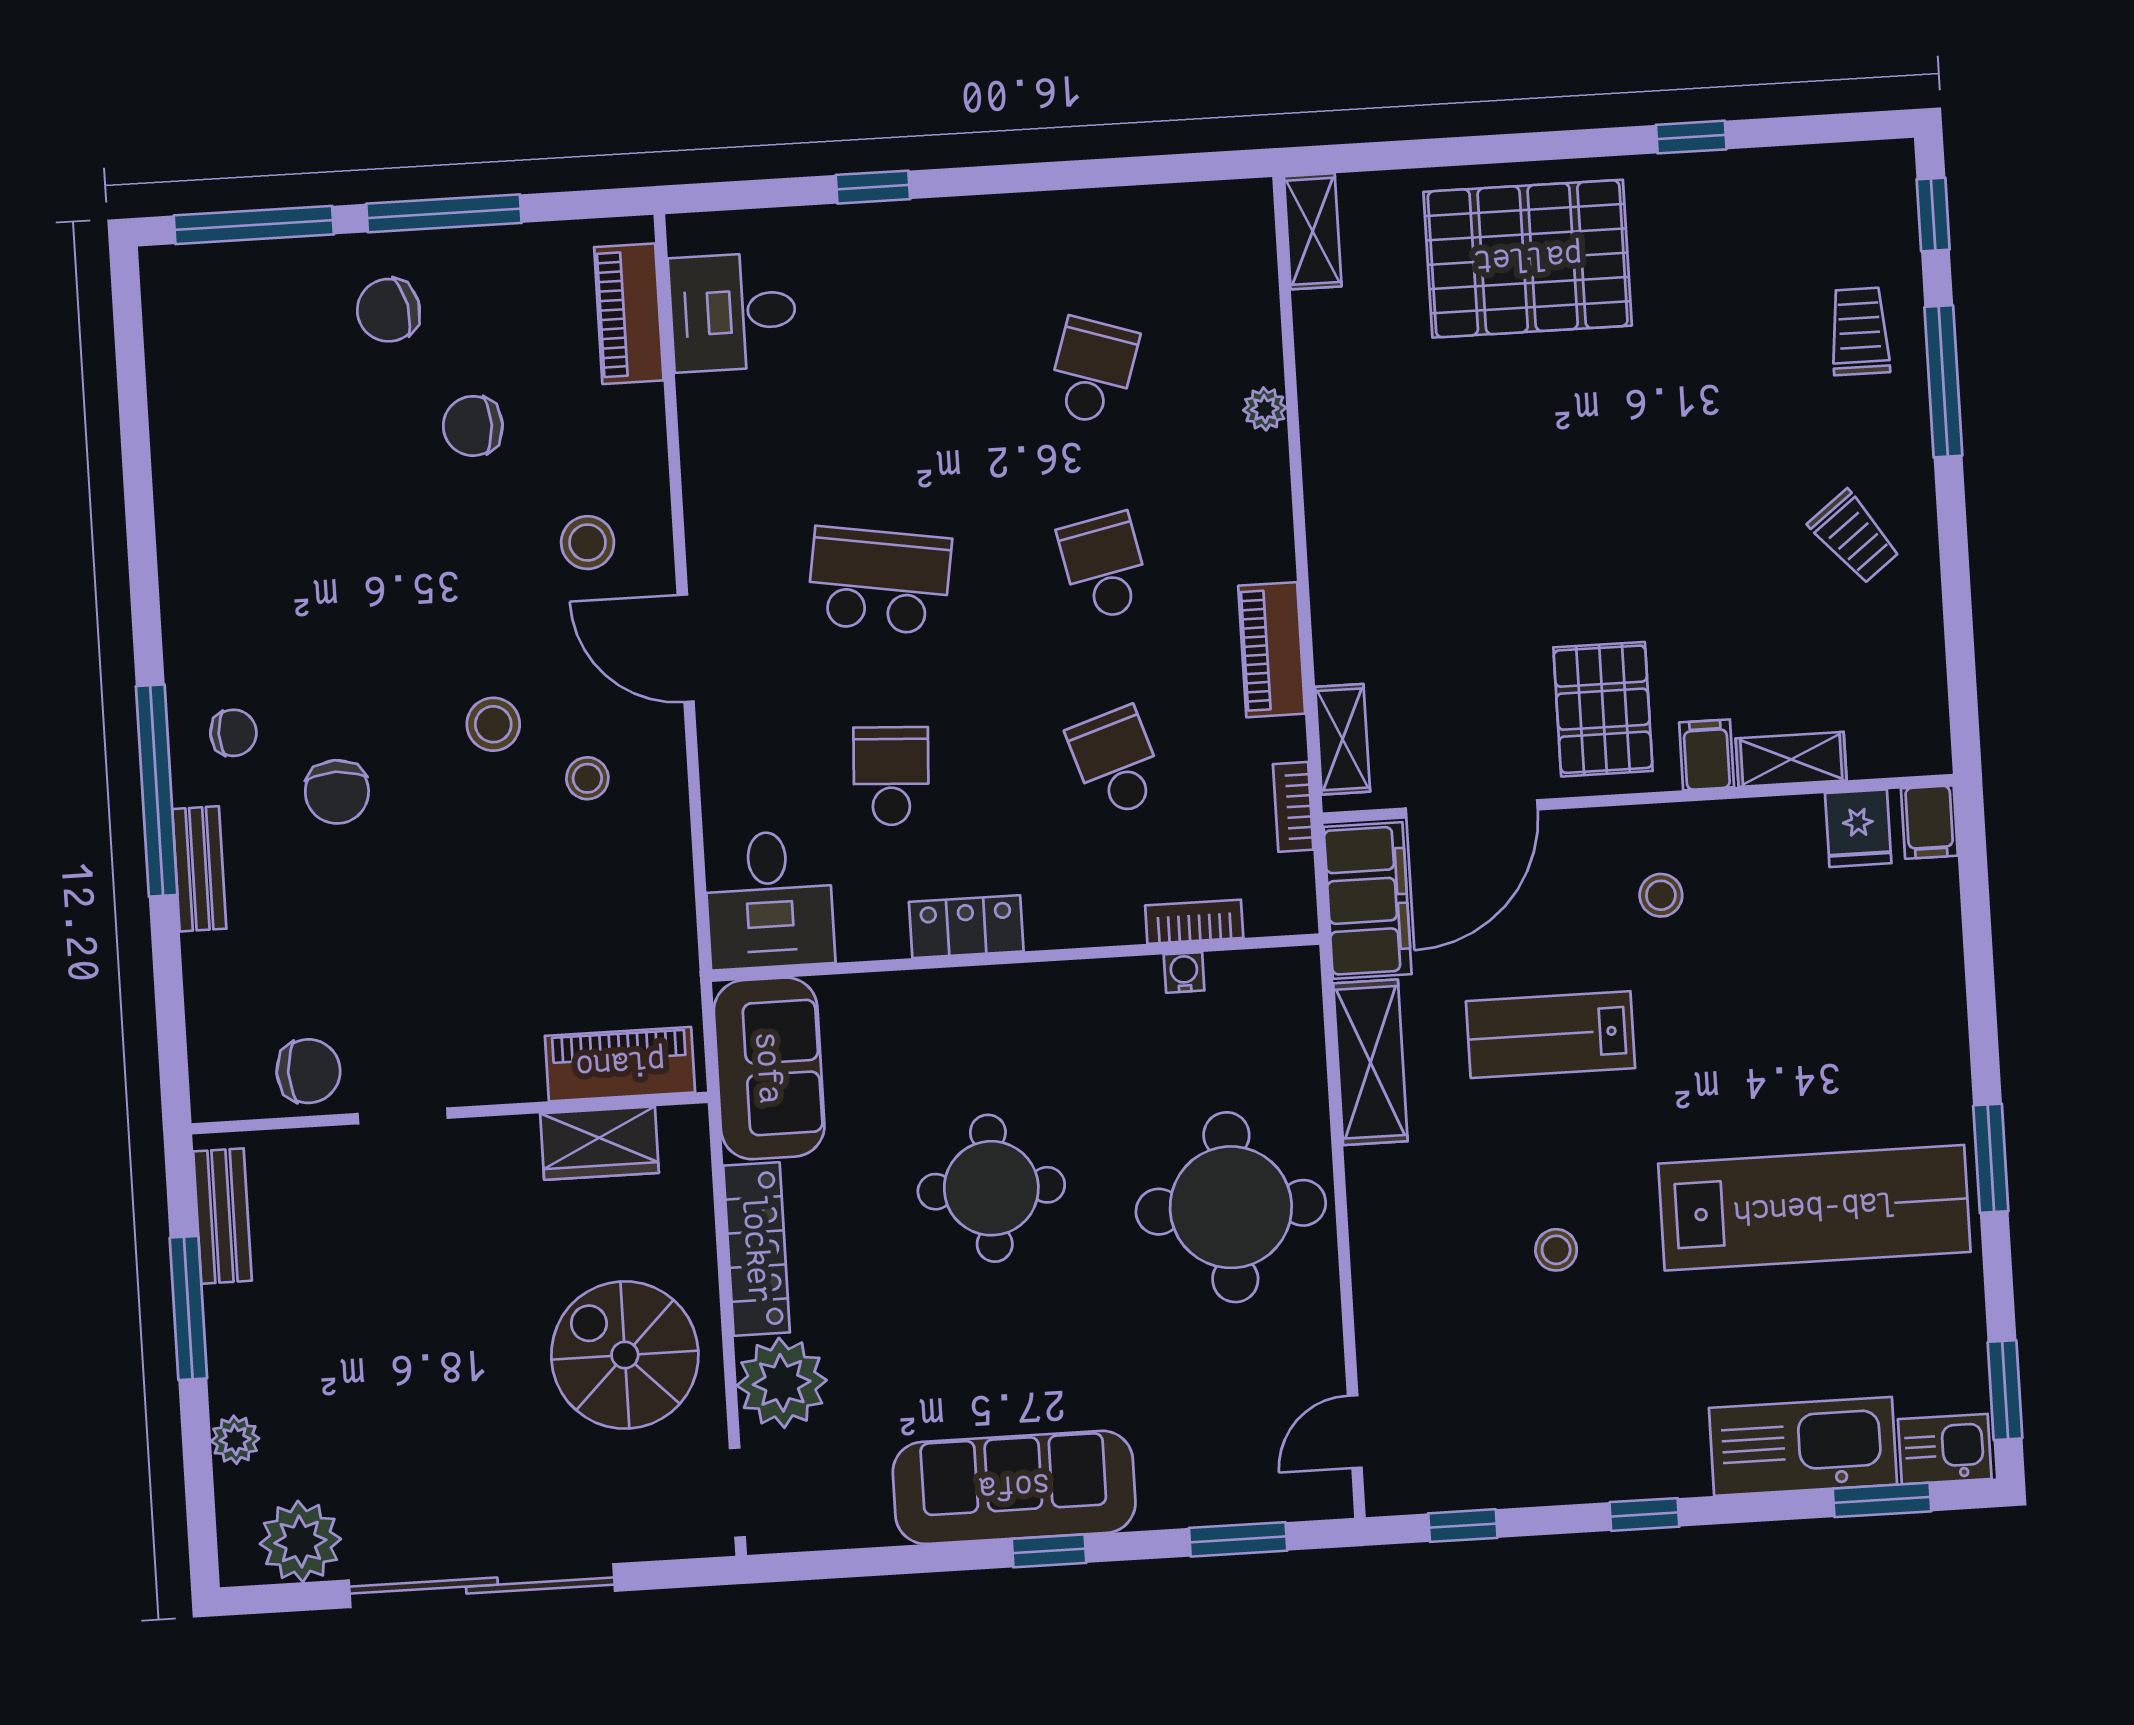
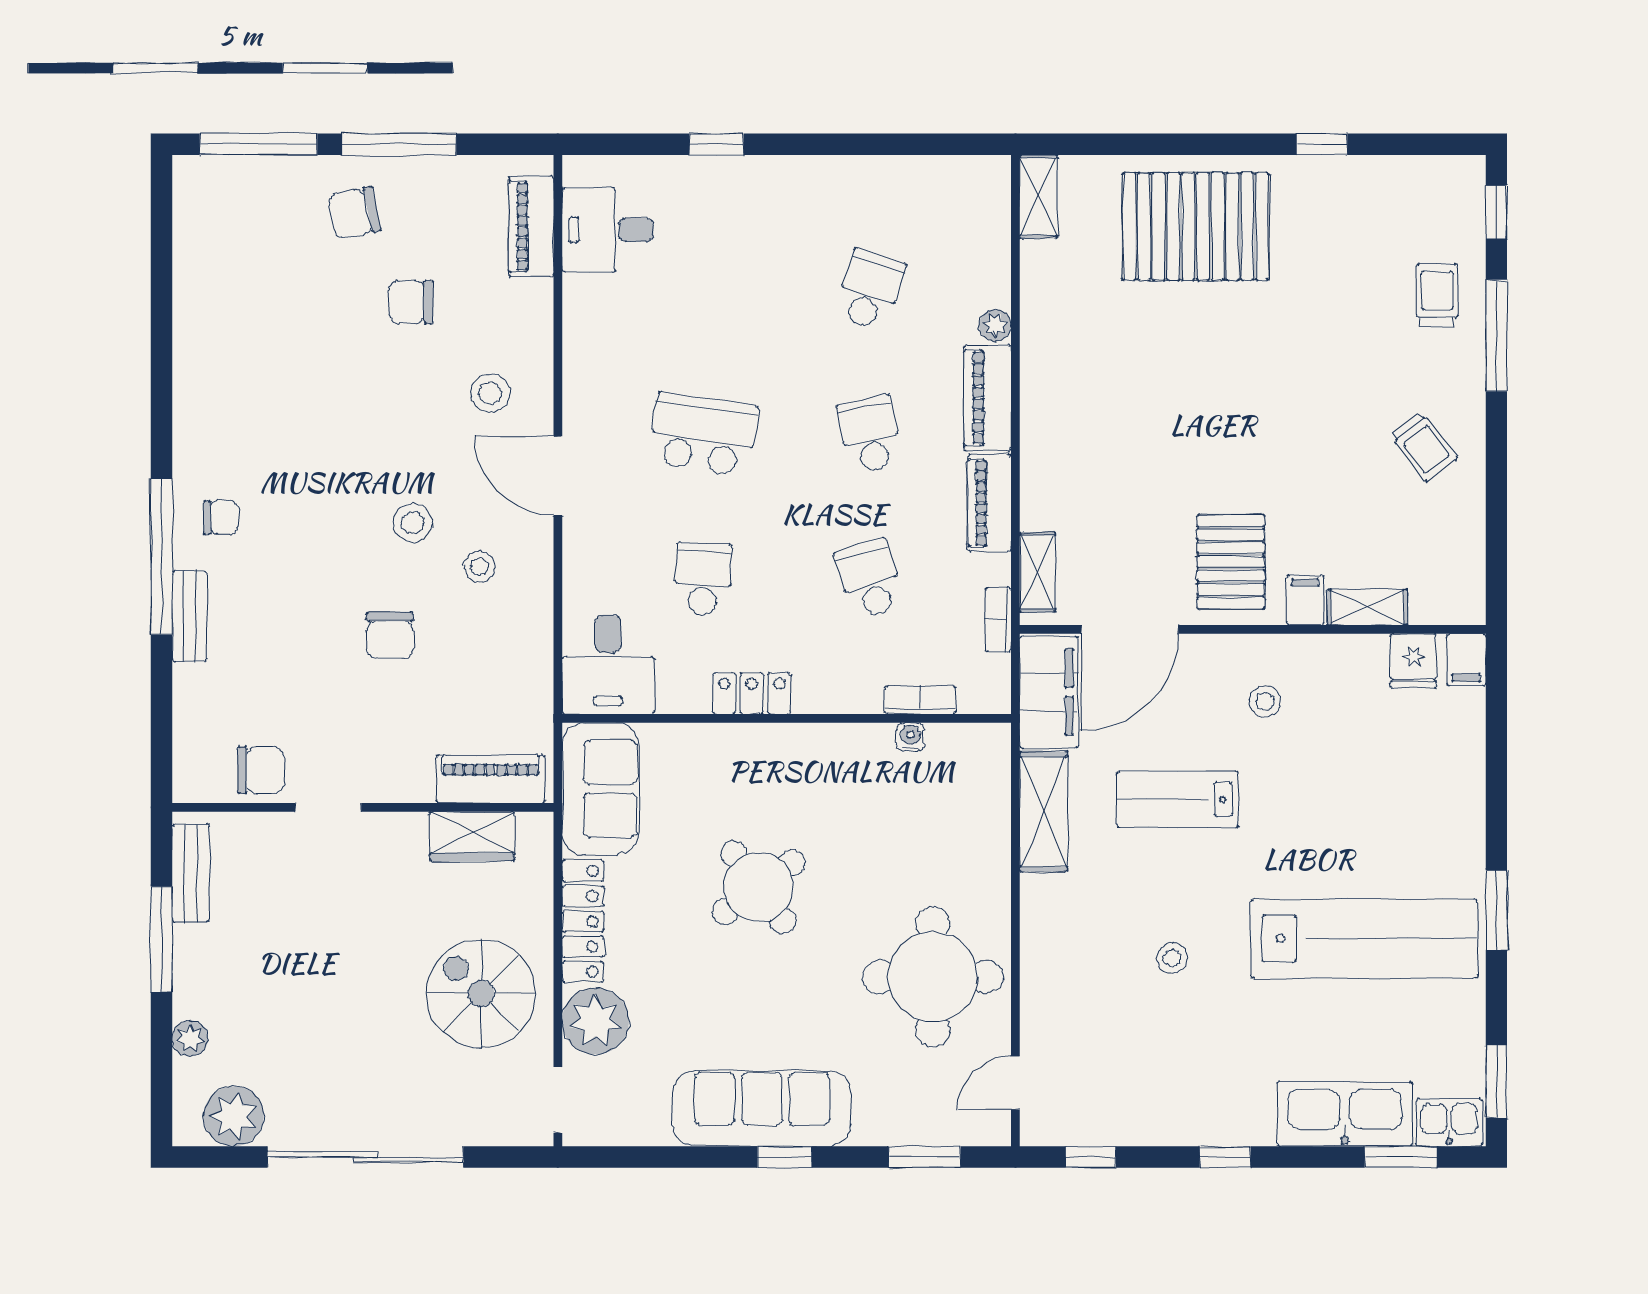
piano: (1260, 508) -> (987, 398), added
chair: (337, 792) -> (390, 635), moved
round table: (991, 1188) -> (759, 887), turned -36
round table: (1231, 1207) -> (933, 977), moved

